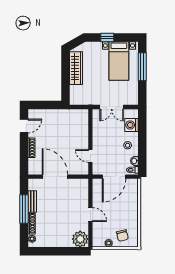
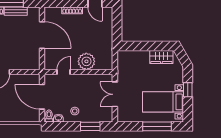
wardrobe: (76, 68) -> (161, 57), width x0.67
washing machine: (131, 125) -> (96, 115), removed
window: (142, 131) -> (90, 126), added
plant: (80, 134) -> (86, 61), added
door: (55, 177) -> (42, 35), hinge flipped

